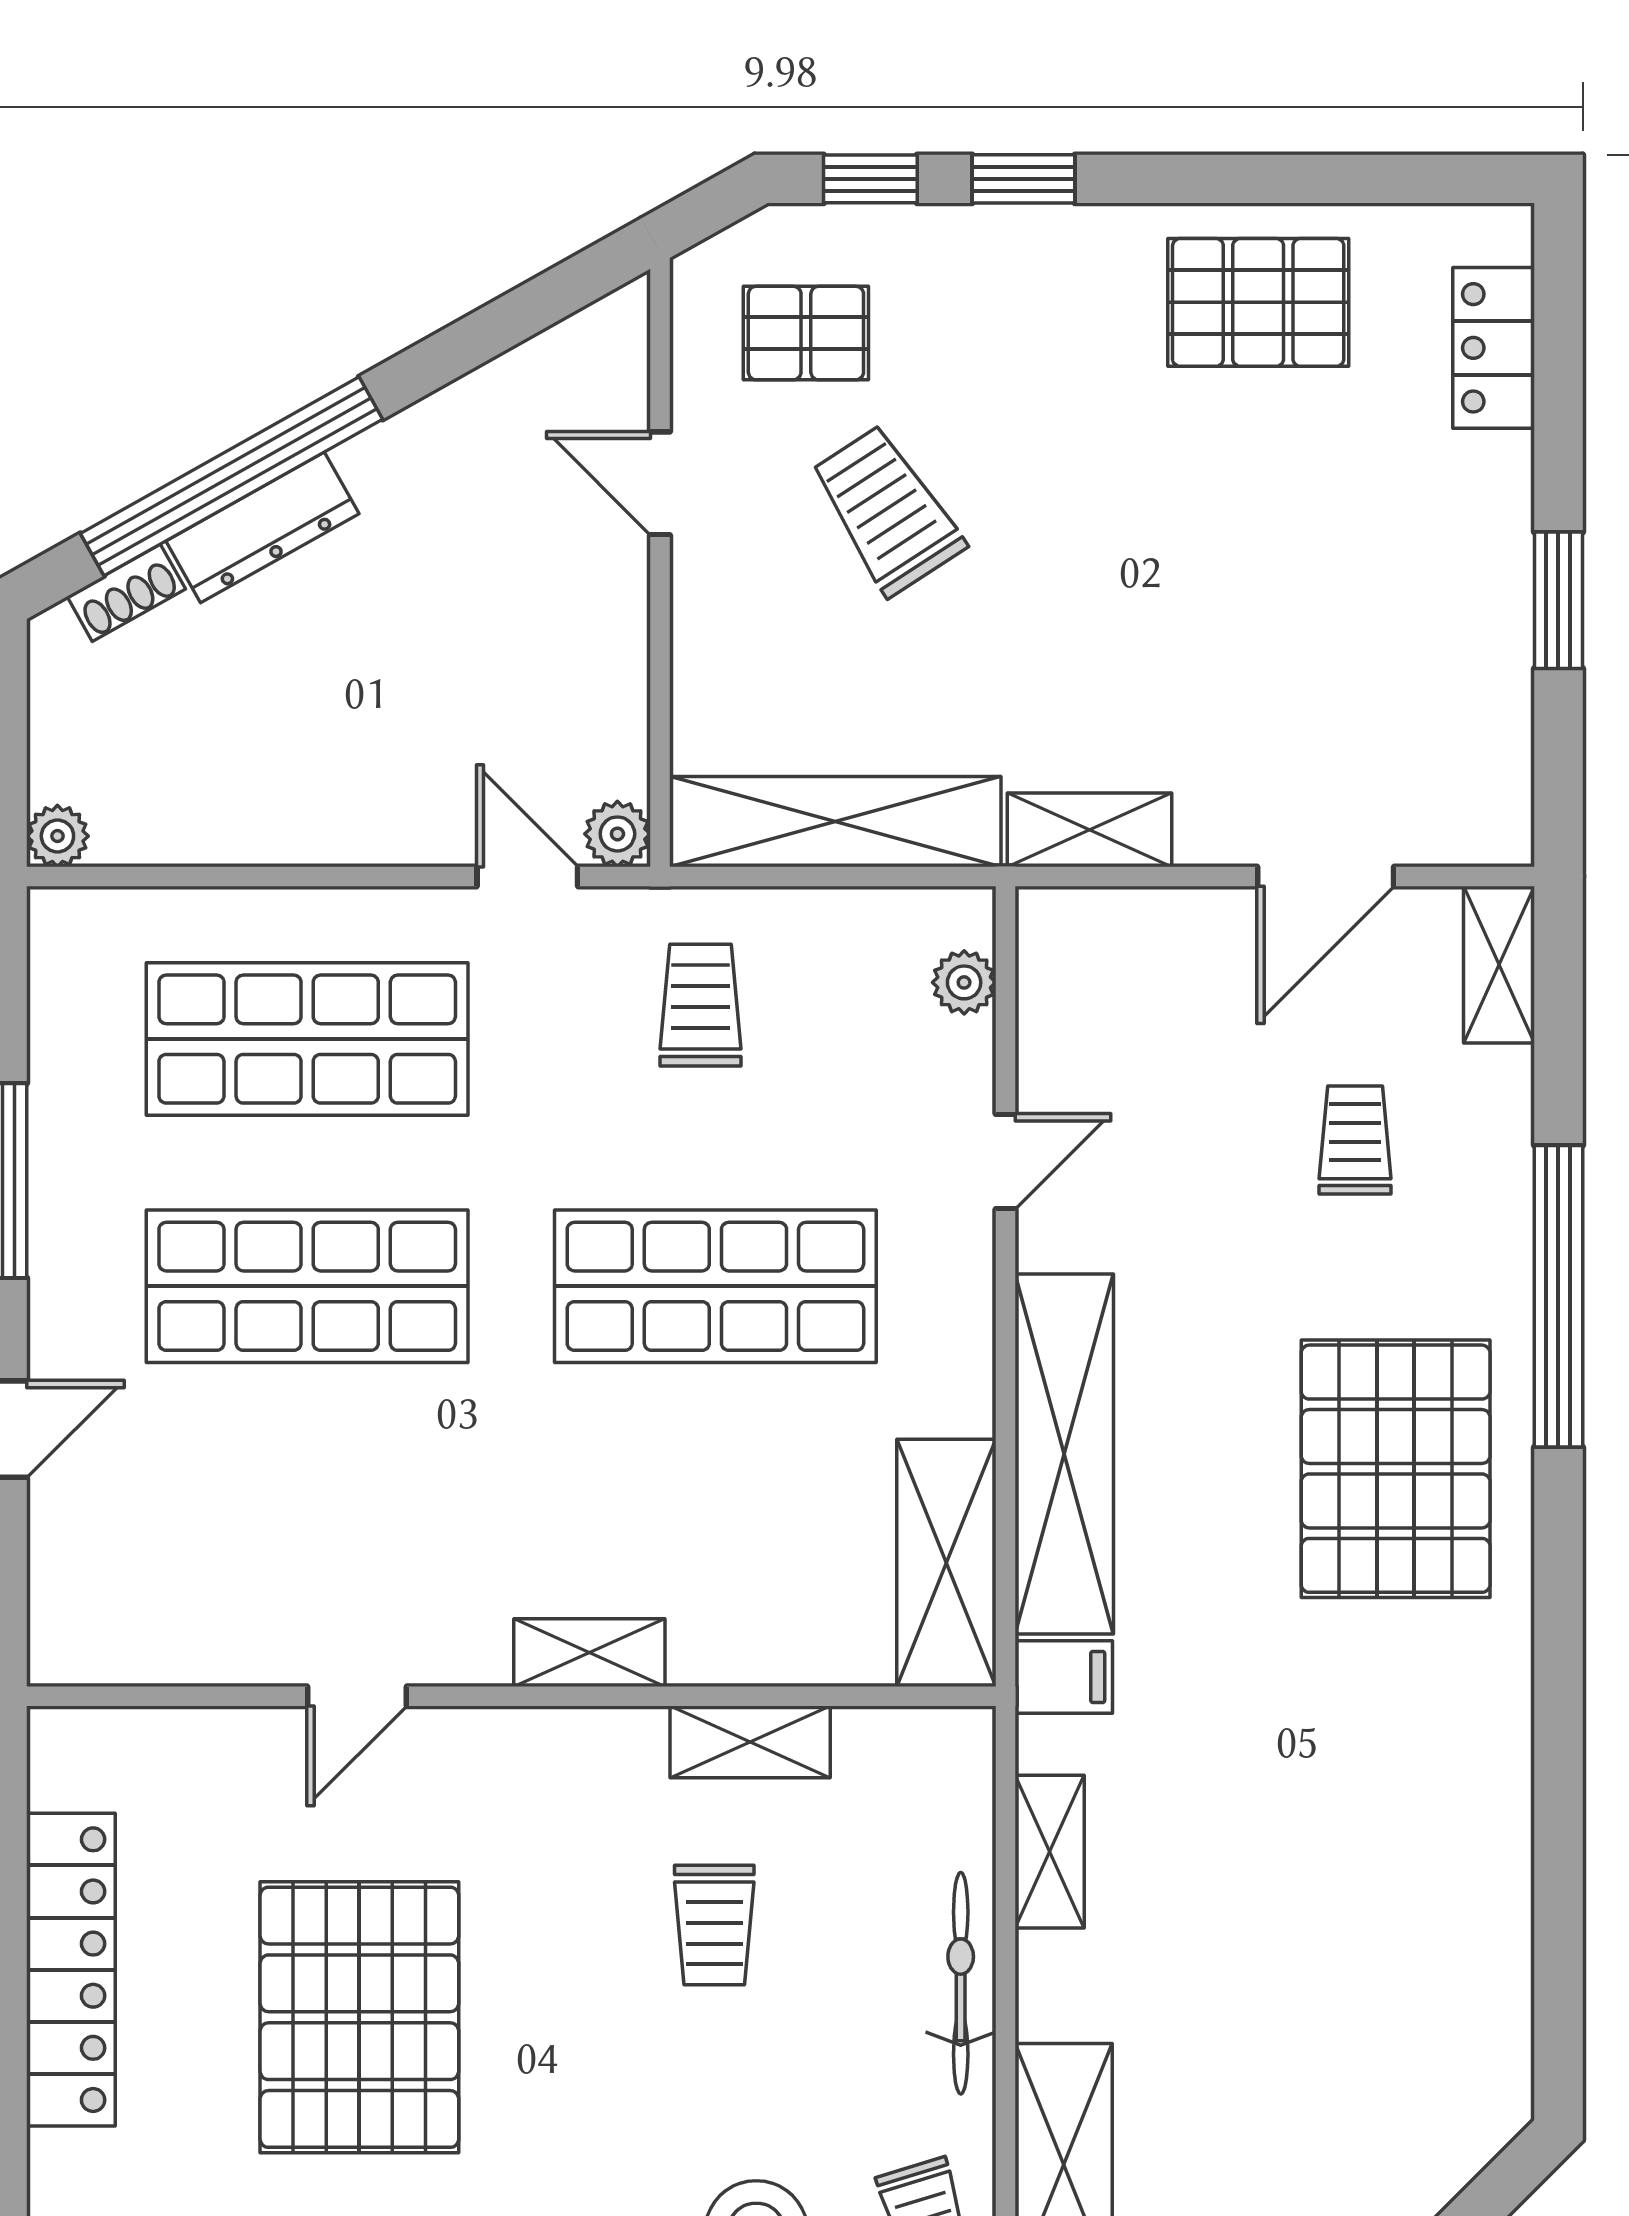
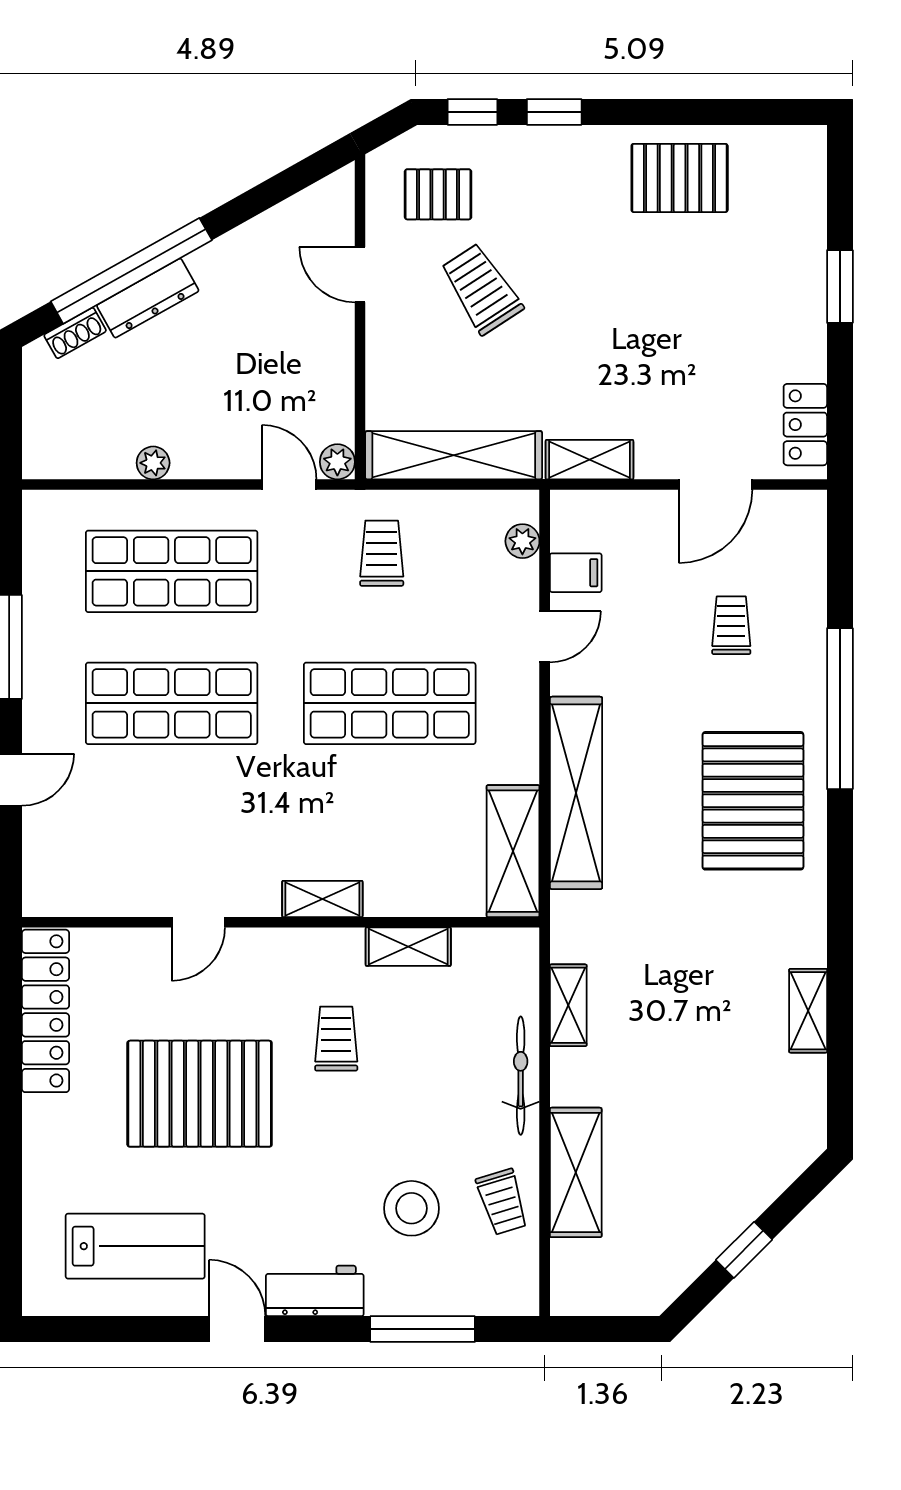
locker: (1494, 348) -> (805, 425), moved
window: (1558, 600) -> (840, 287), moved
plant: (57, 836) -> (153, 463), moved
shelving: (1499, 965) -> (808, 1011), moved
filing cabinet: (1064, 1677) -> (576, 573), moved
trolley: (714, 1925) -> (336, 1039), moved, turned 180
locker: (71, 1970) -> (46, 1011), moved
pallet: (359, 2017) -> (200, 1094), turned 90

